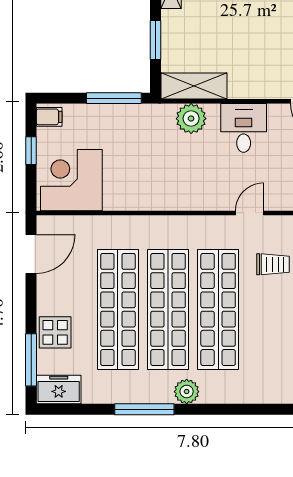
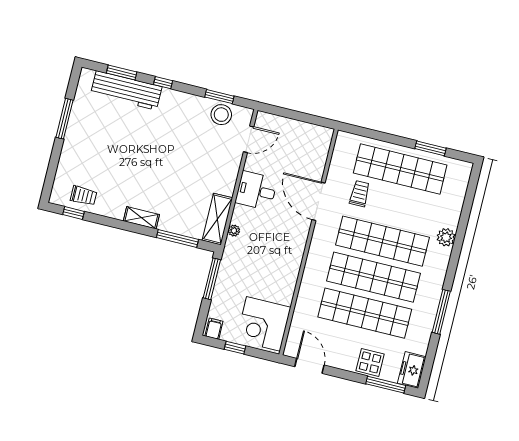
window: (156, 40) -> (177, 239), width x1.44
plant: (191, 119) -> (234, 231), width x0.53, depth x0.53
door: (250, 213) -> (319, 201), width x1.87
plant: (187, 392) -> (446, 237), moved

